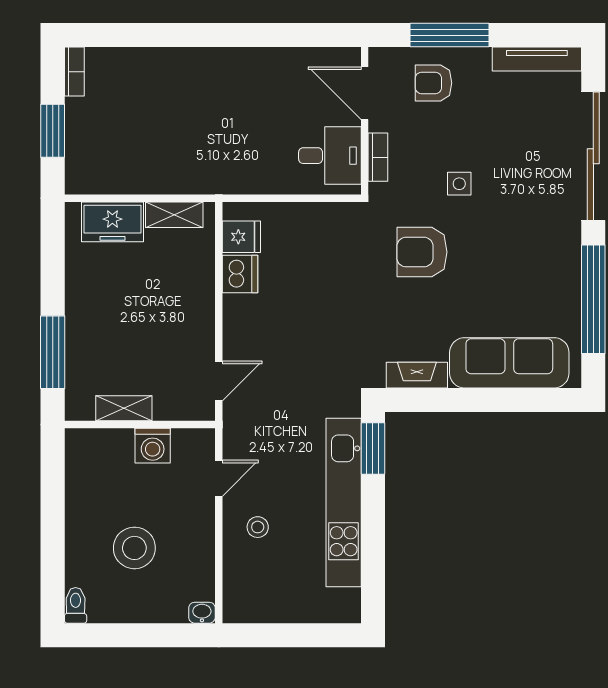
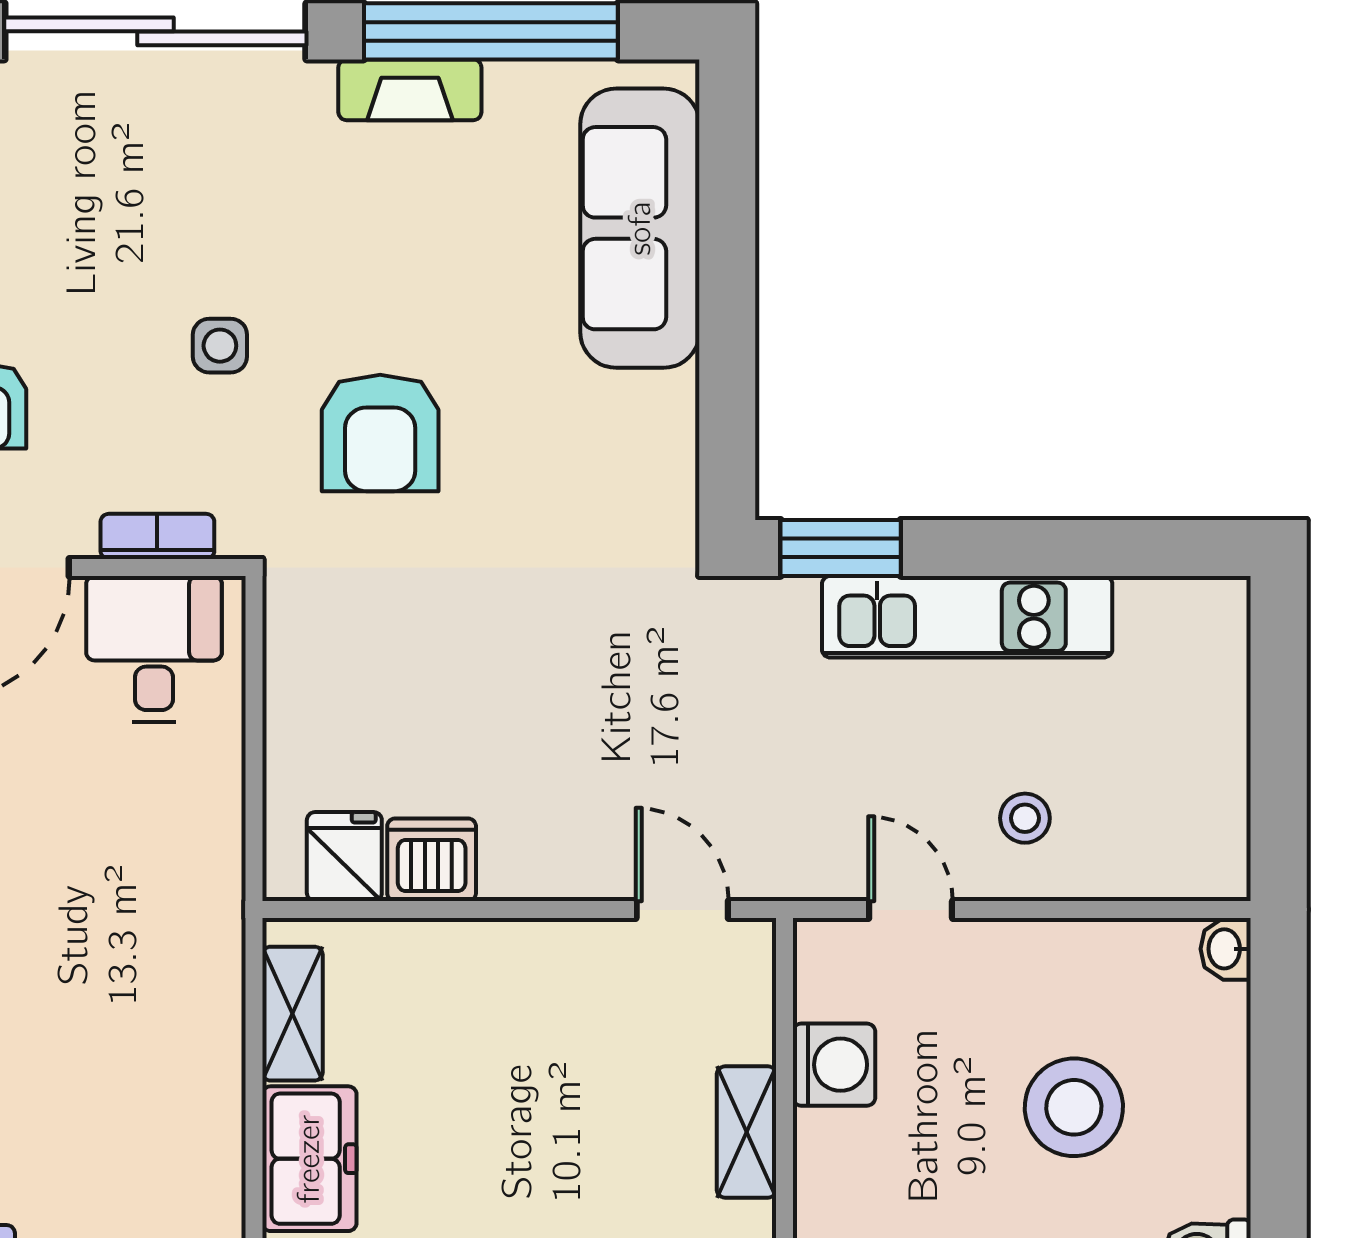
fireplace: (417, 375) -> (410, 90), moved, turned -90
kitchen unit: (344, 502) -> (967, 617), width x0.73

